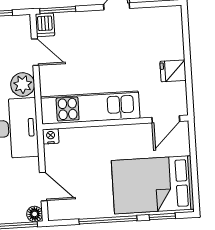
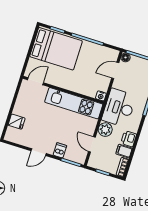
dishwasher: (45, 25) -> (60, 150), moved
fridge: (173, 71) -> (17, 122), moved
door: (43, 187) -> (115, 70), hinge flipped

